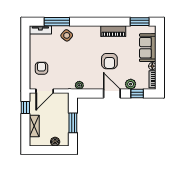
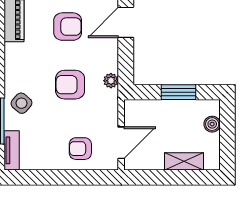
armchair: (77, 62) -> (70, 85), added
door: (45, 91) -> (121, 143), hinge flipped
window: (25, 107) -> (151, 177), removed

